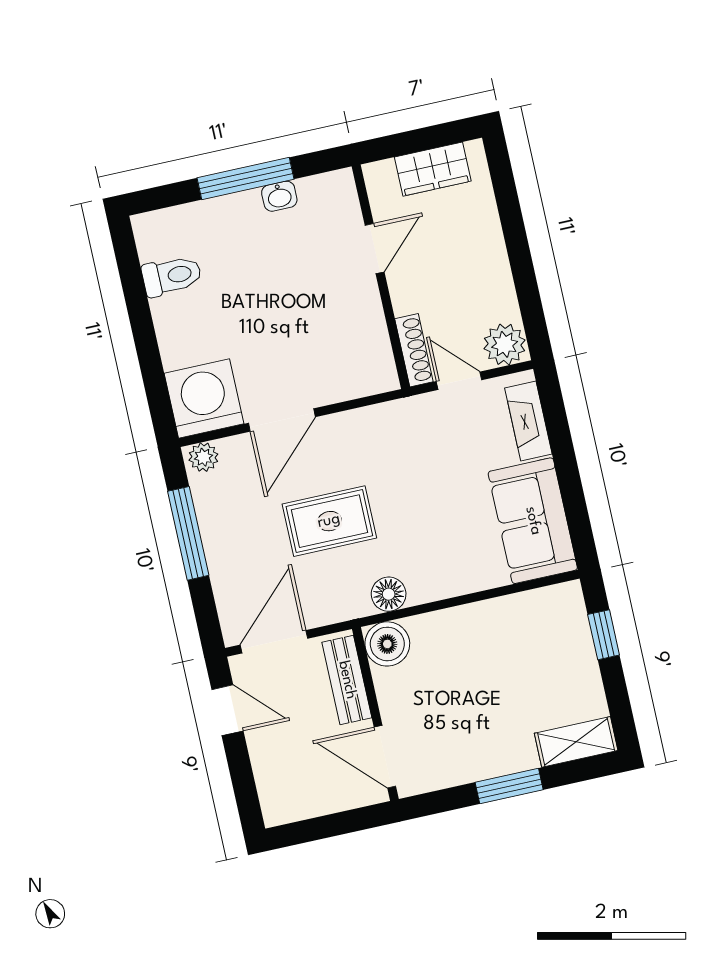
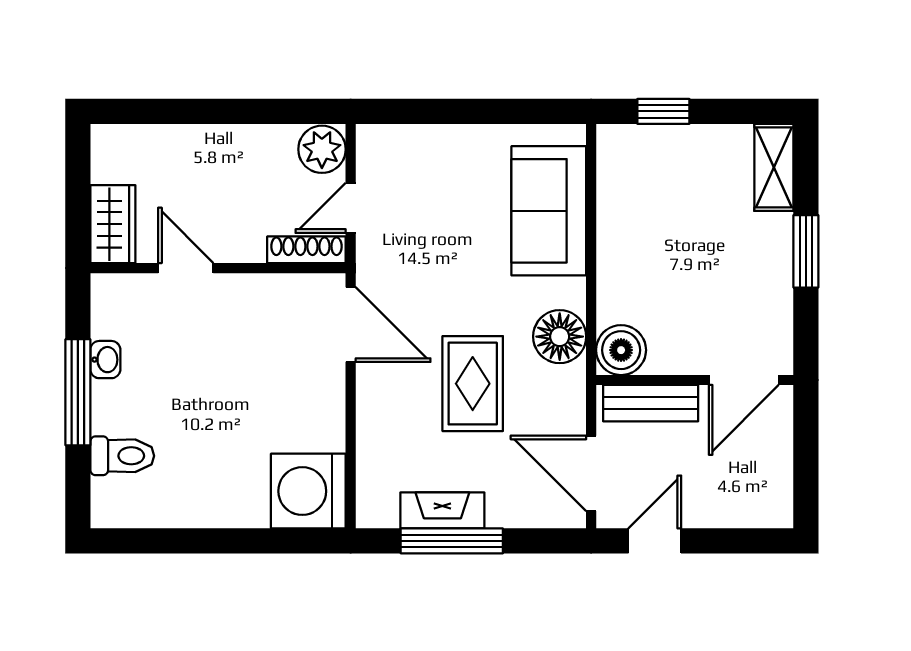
wardrobe: (433, 169) -> (113, 224), moved
toilet: (172, 276) -> (122, 456), moved, turned 90
door: (282, 420) -> (351, 325), moved
fireplace: (528, 421) -> (442, 510), moved, turned 180
plant: (203, 457) -> (372, 506), removed
sofa: (533, 521) -> (549, 211), moved, turned 90
floor lamp: (389, 594) -> (560, 337), width x1.38, depth x1.38

